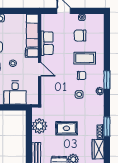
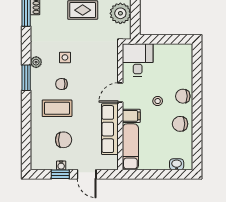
window: (83, 11) -> (60, 174), added
row of seats: (47, 43) -> (110, 129), width x1.48
door: (40, 69) -> (120, 93), hinge flipped
desk: (15, 93) -> (138, 60), moved

